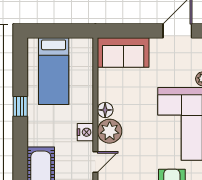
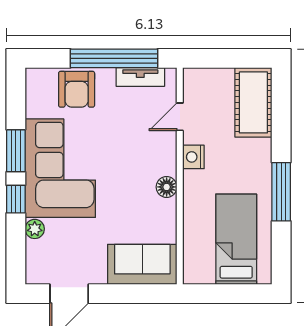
window: (20, 106) -> (281, 192), width x2.17
plant: (110, 131) -> (161, 158), removed

